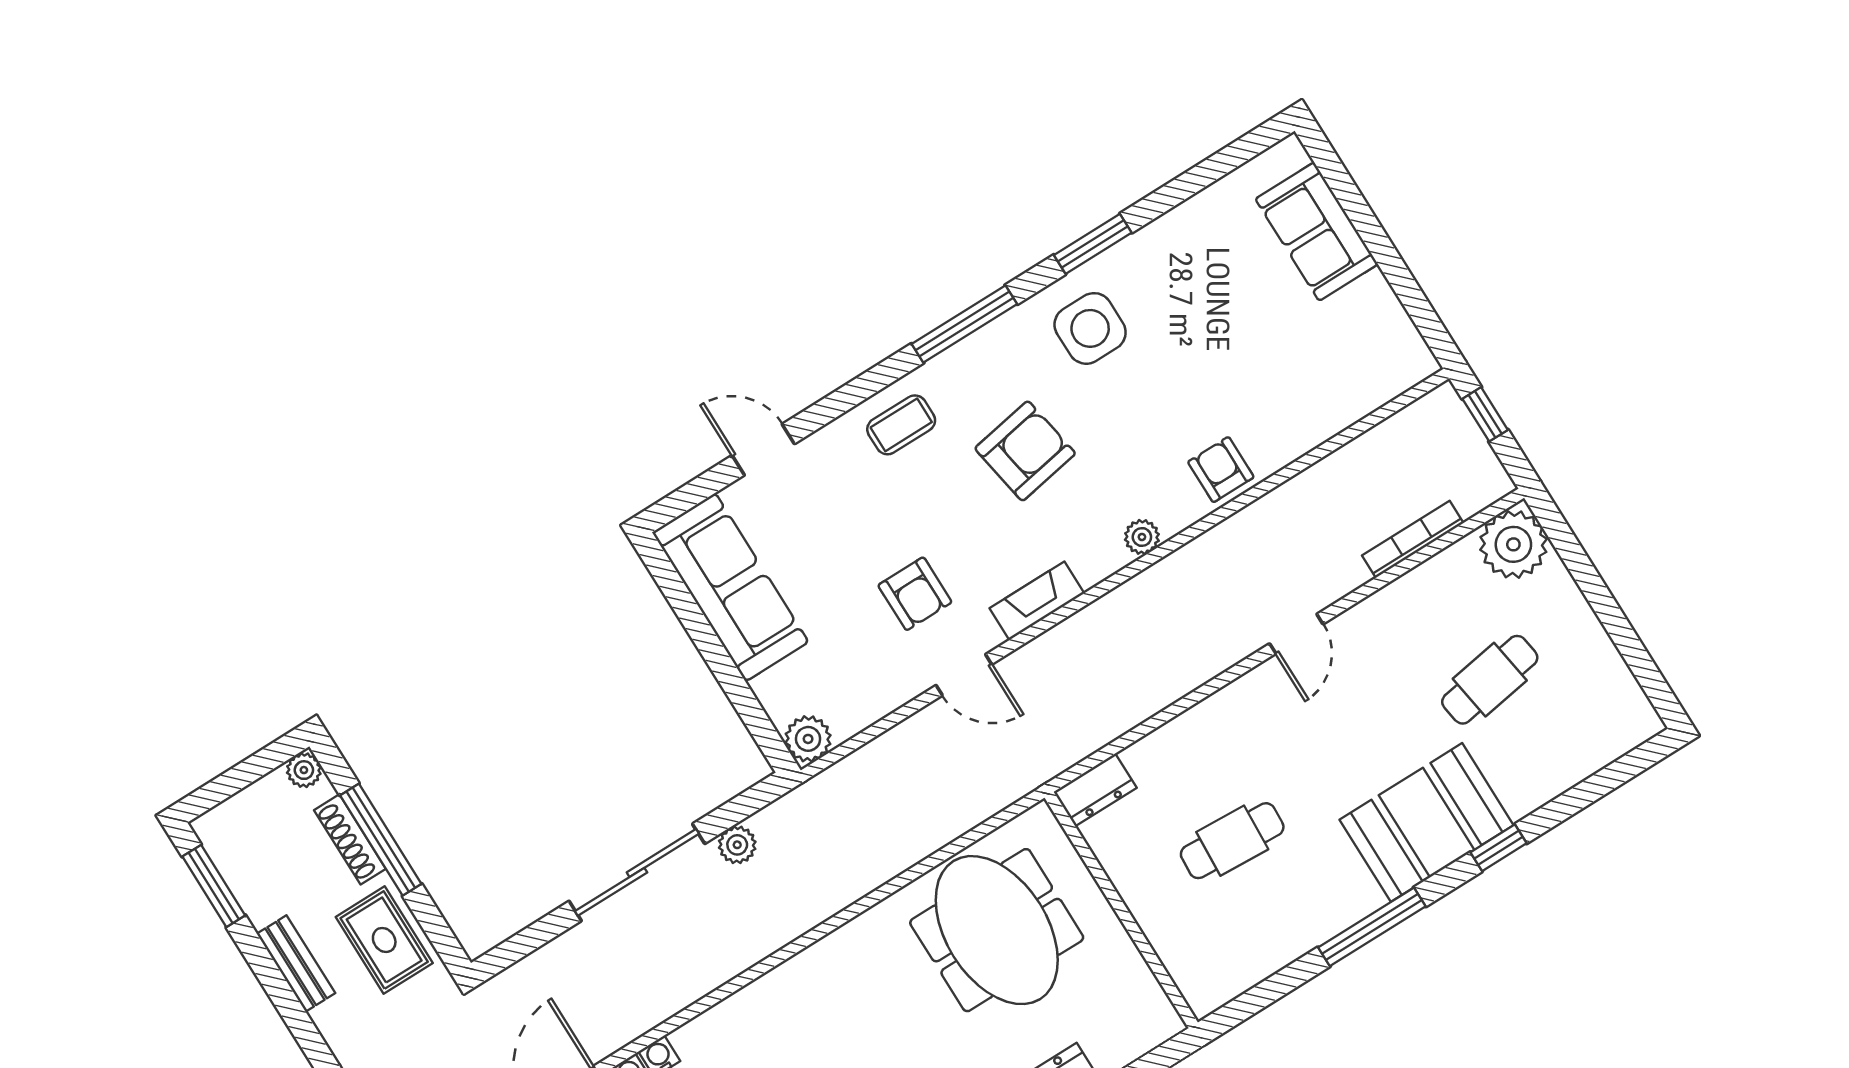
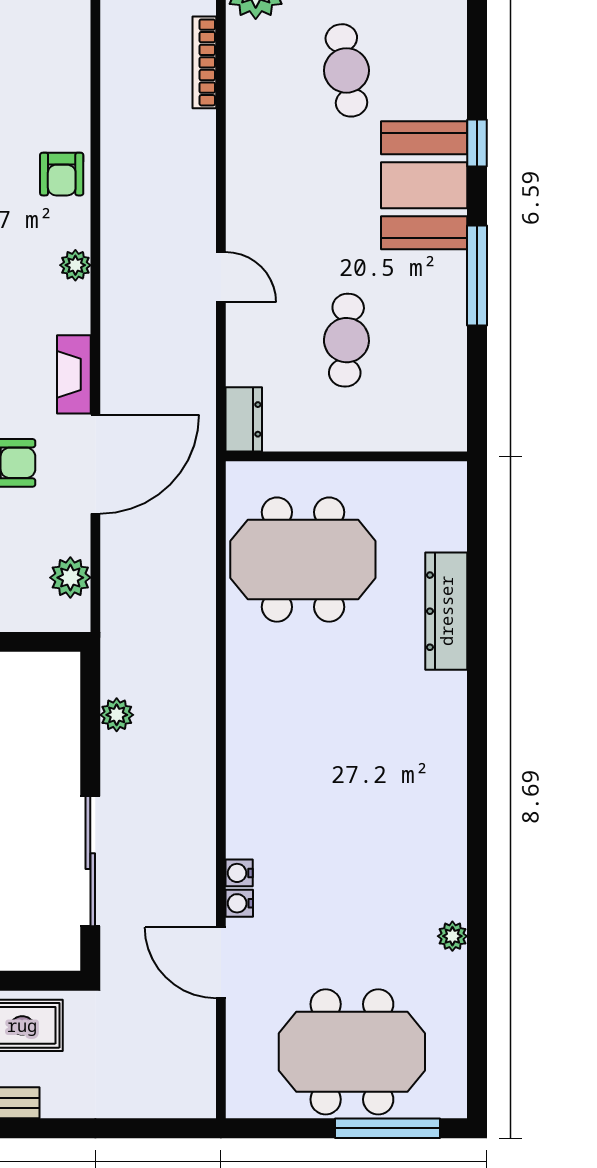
armchair: (1221, 470) -> (62, 174), turned -90
door: (1296, 634) -> (221, 277), moved
door: (964, 675) -> (95, 464), width x1.88
plant: (808, 739) -> (70, 578), moved
sliding door: (637, 872) -> (90, 861), moved

